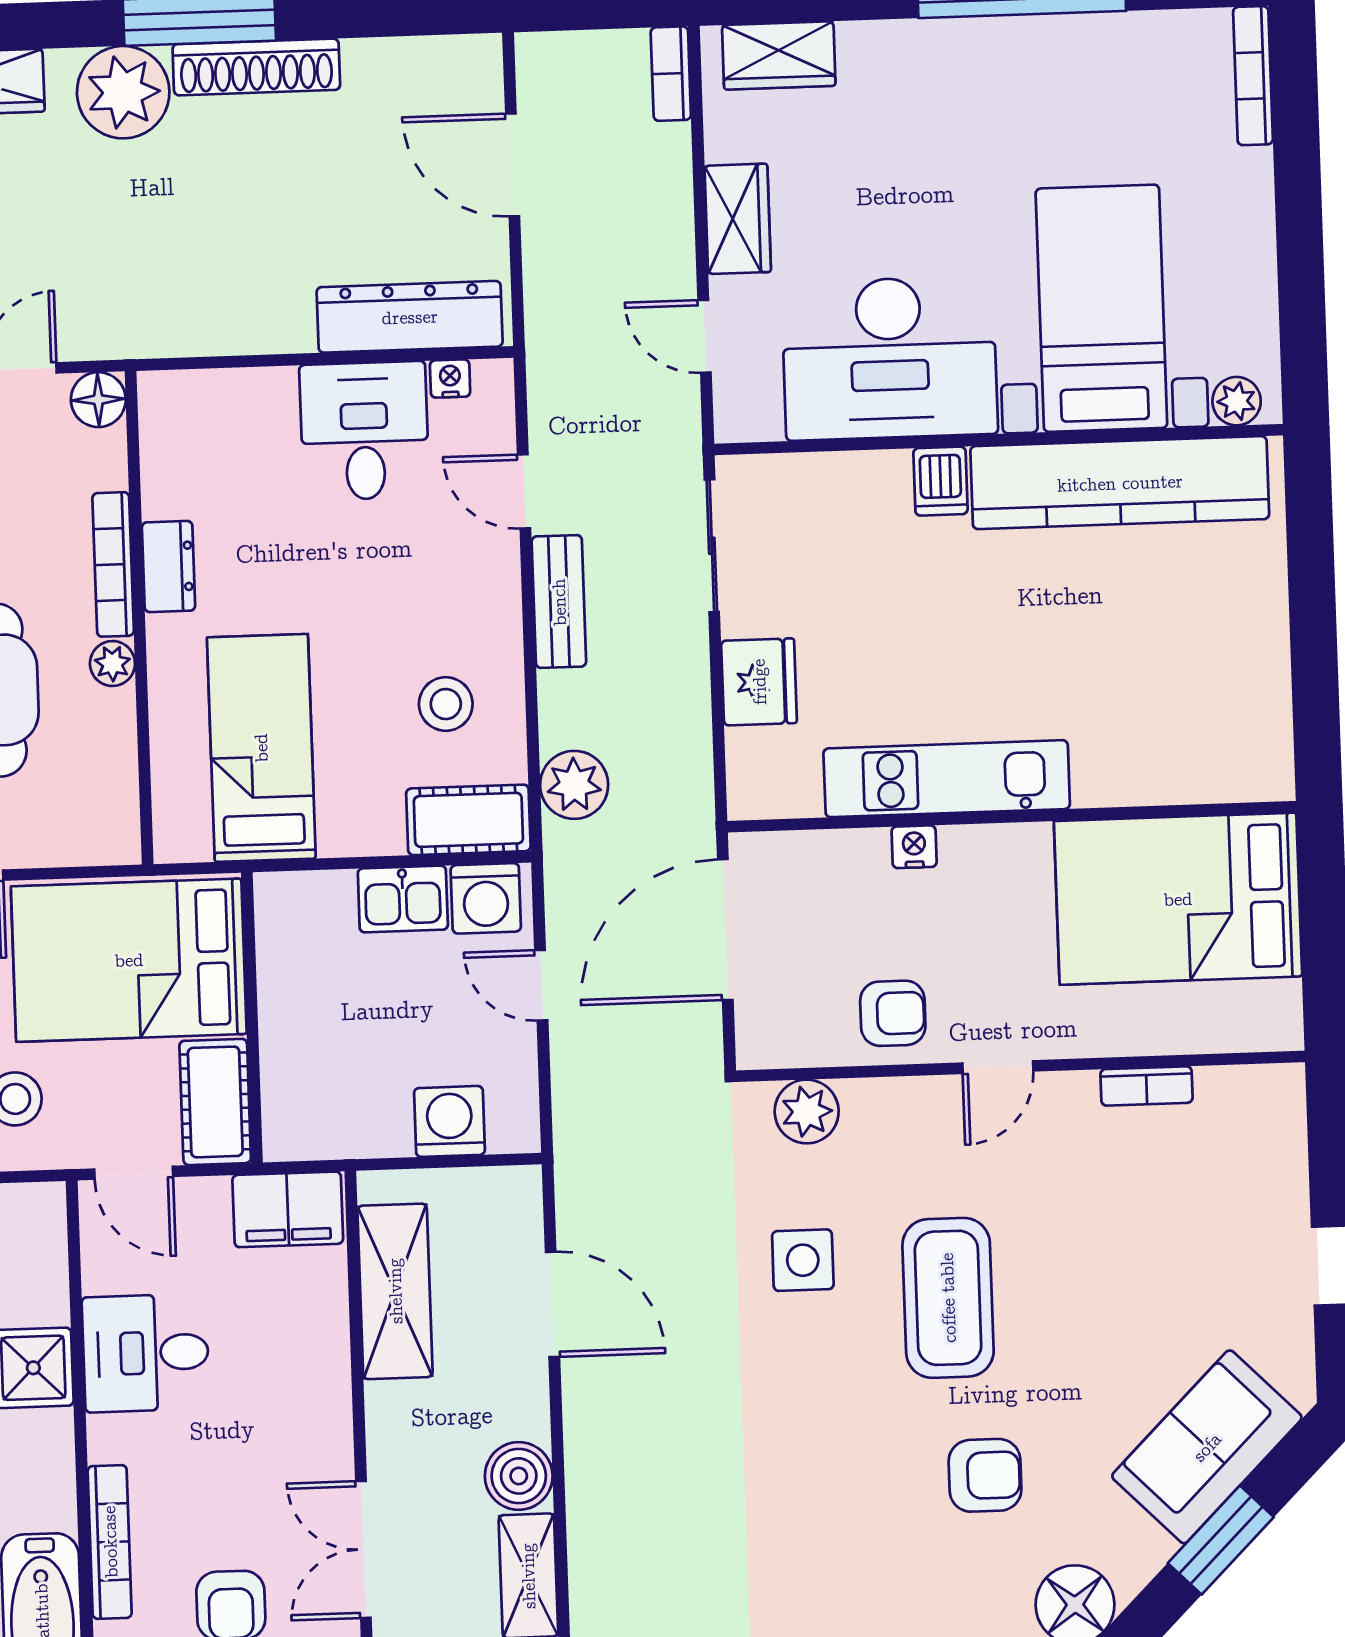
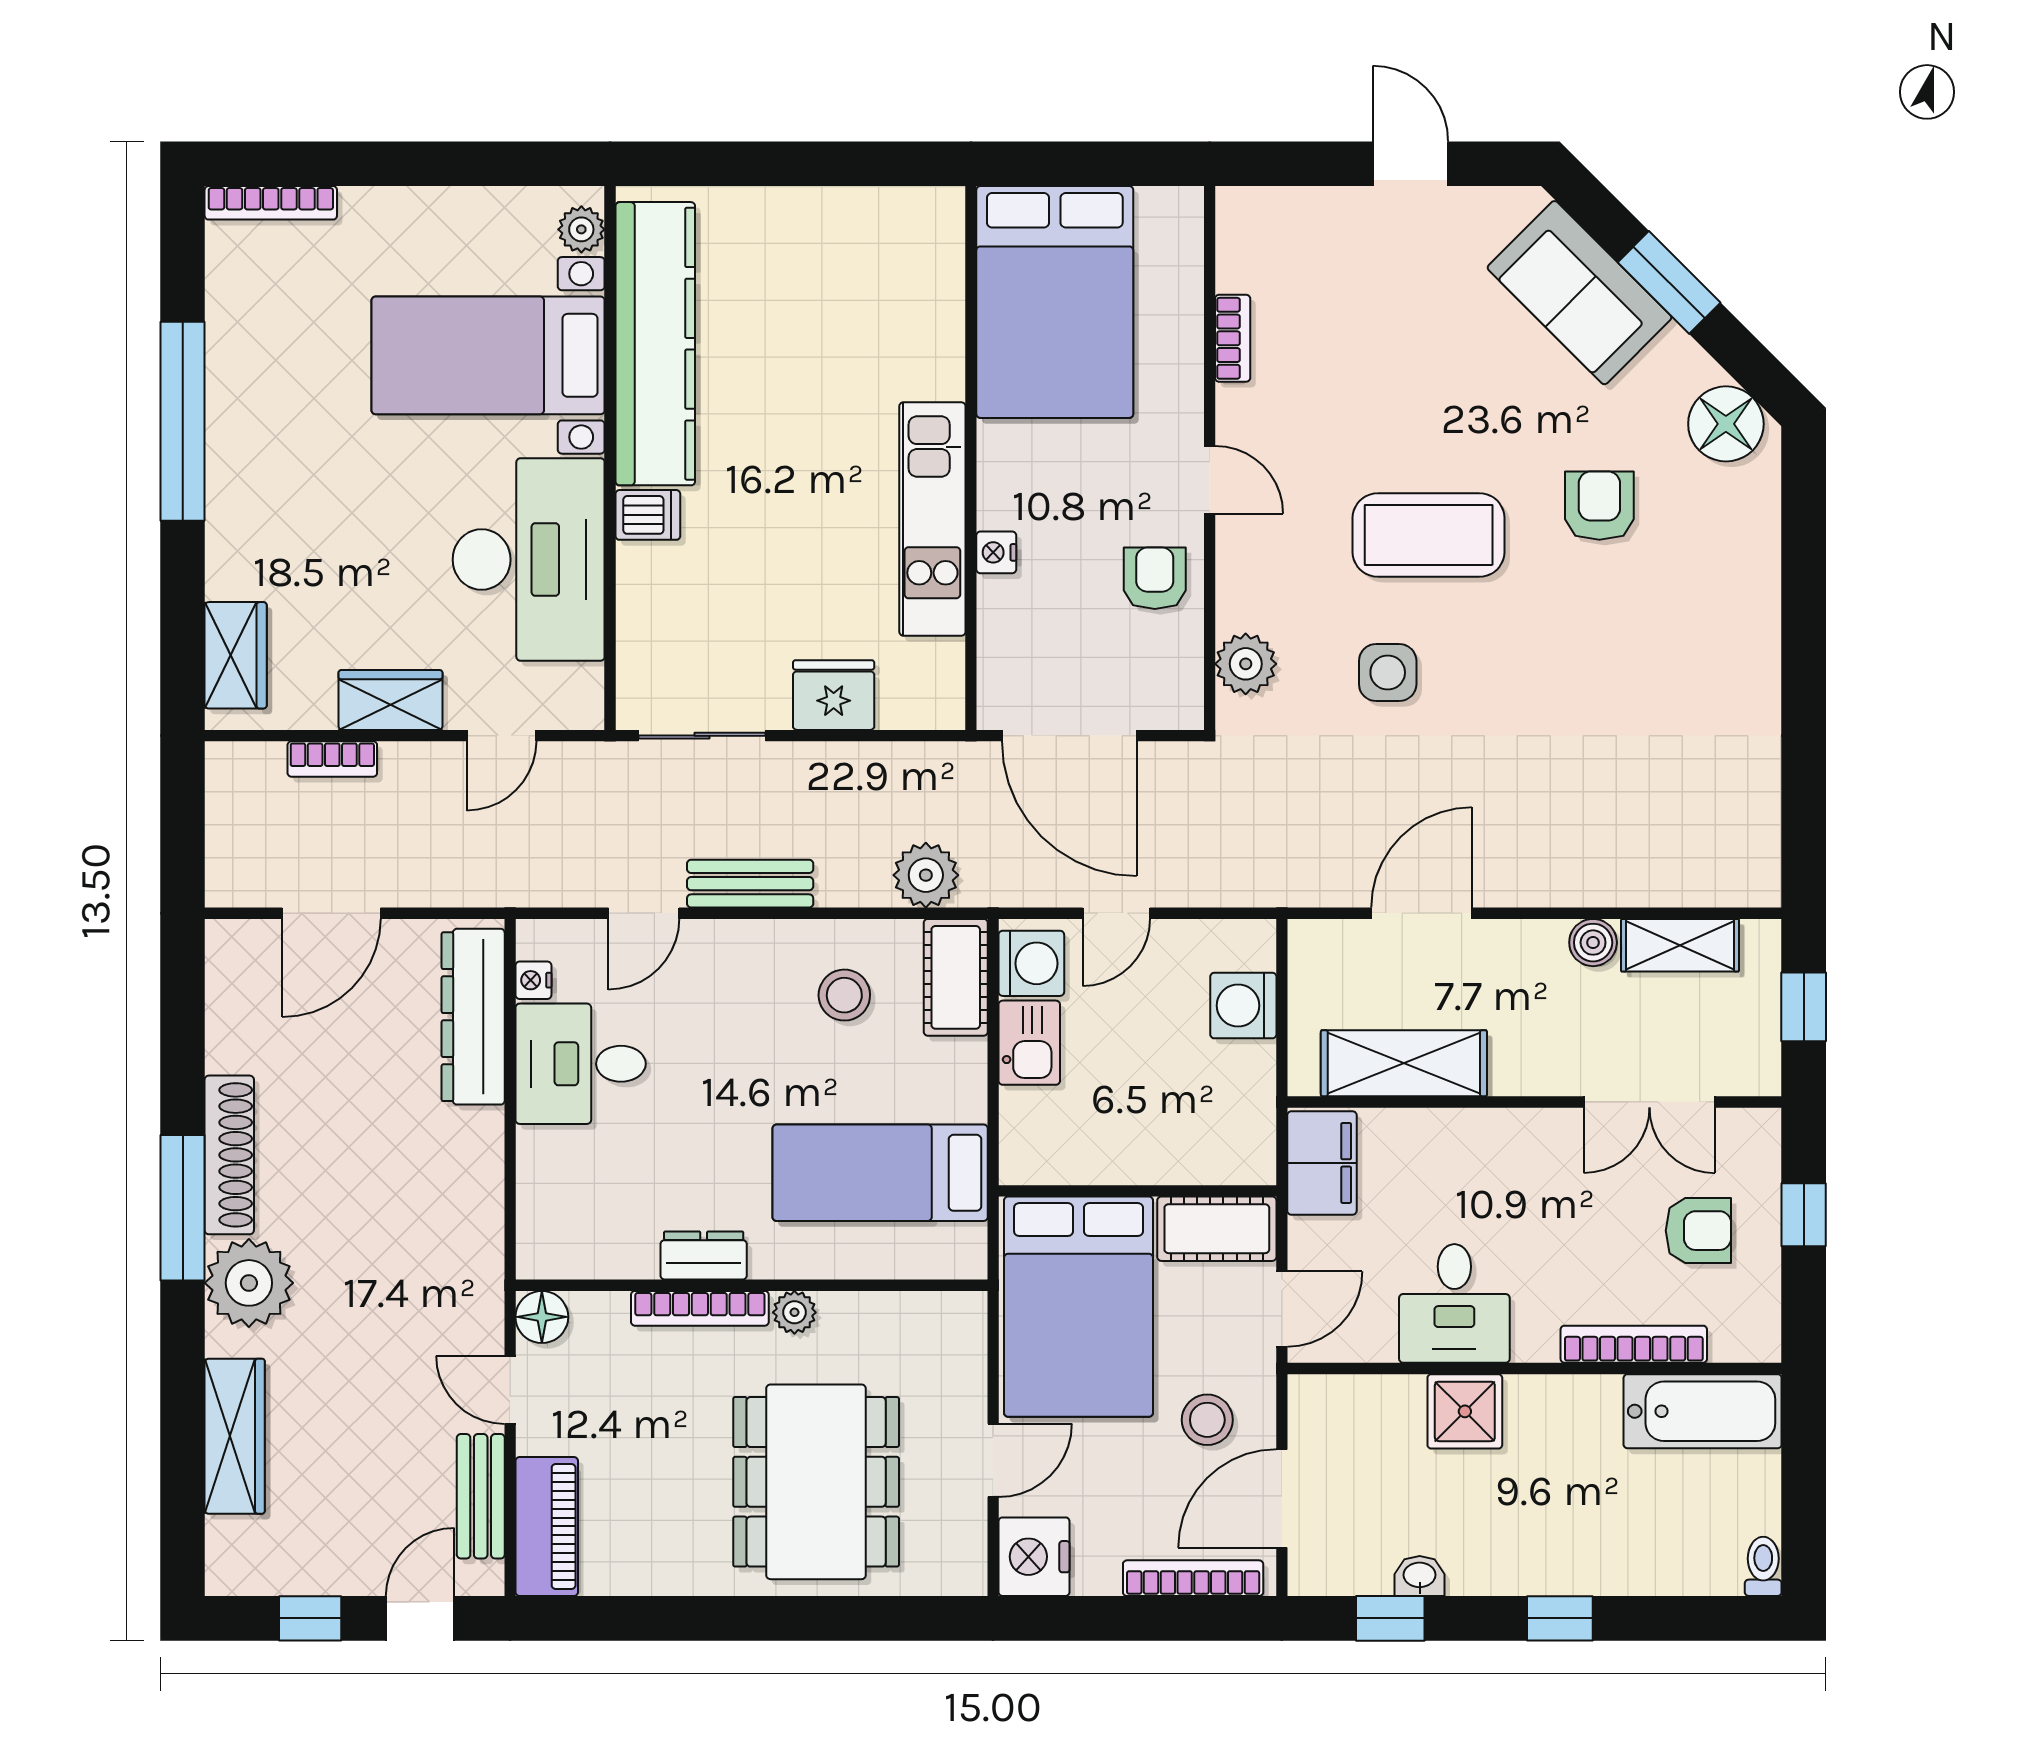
bookcase: (671, 74) -> (332, 759), moved
boiler: (519, 1476) -> (1593, 943), width x0.73, depth x0.73

